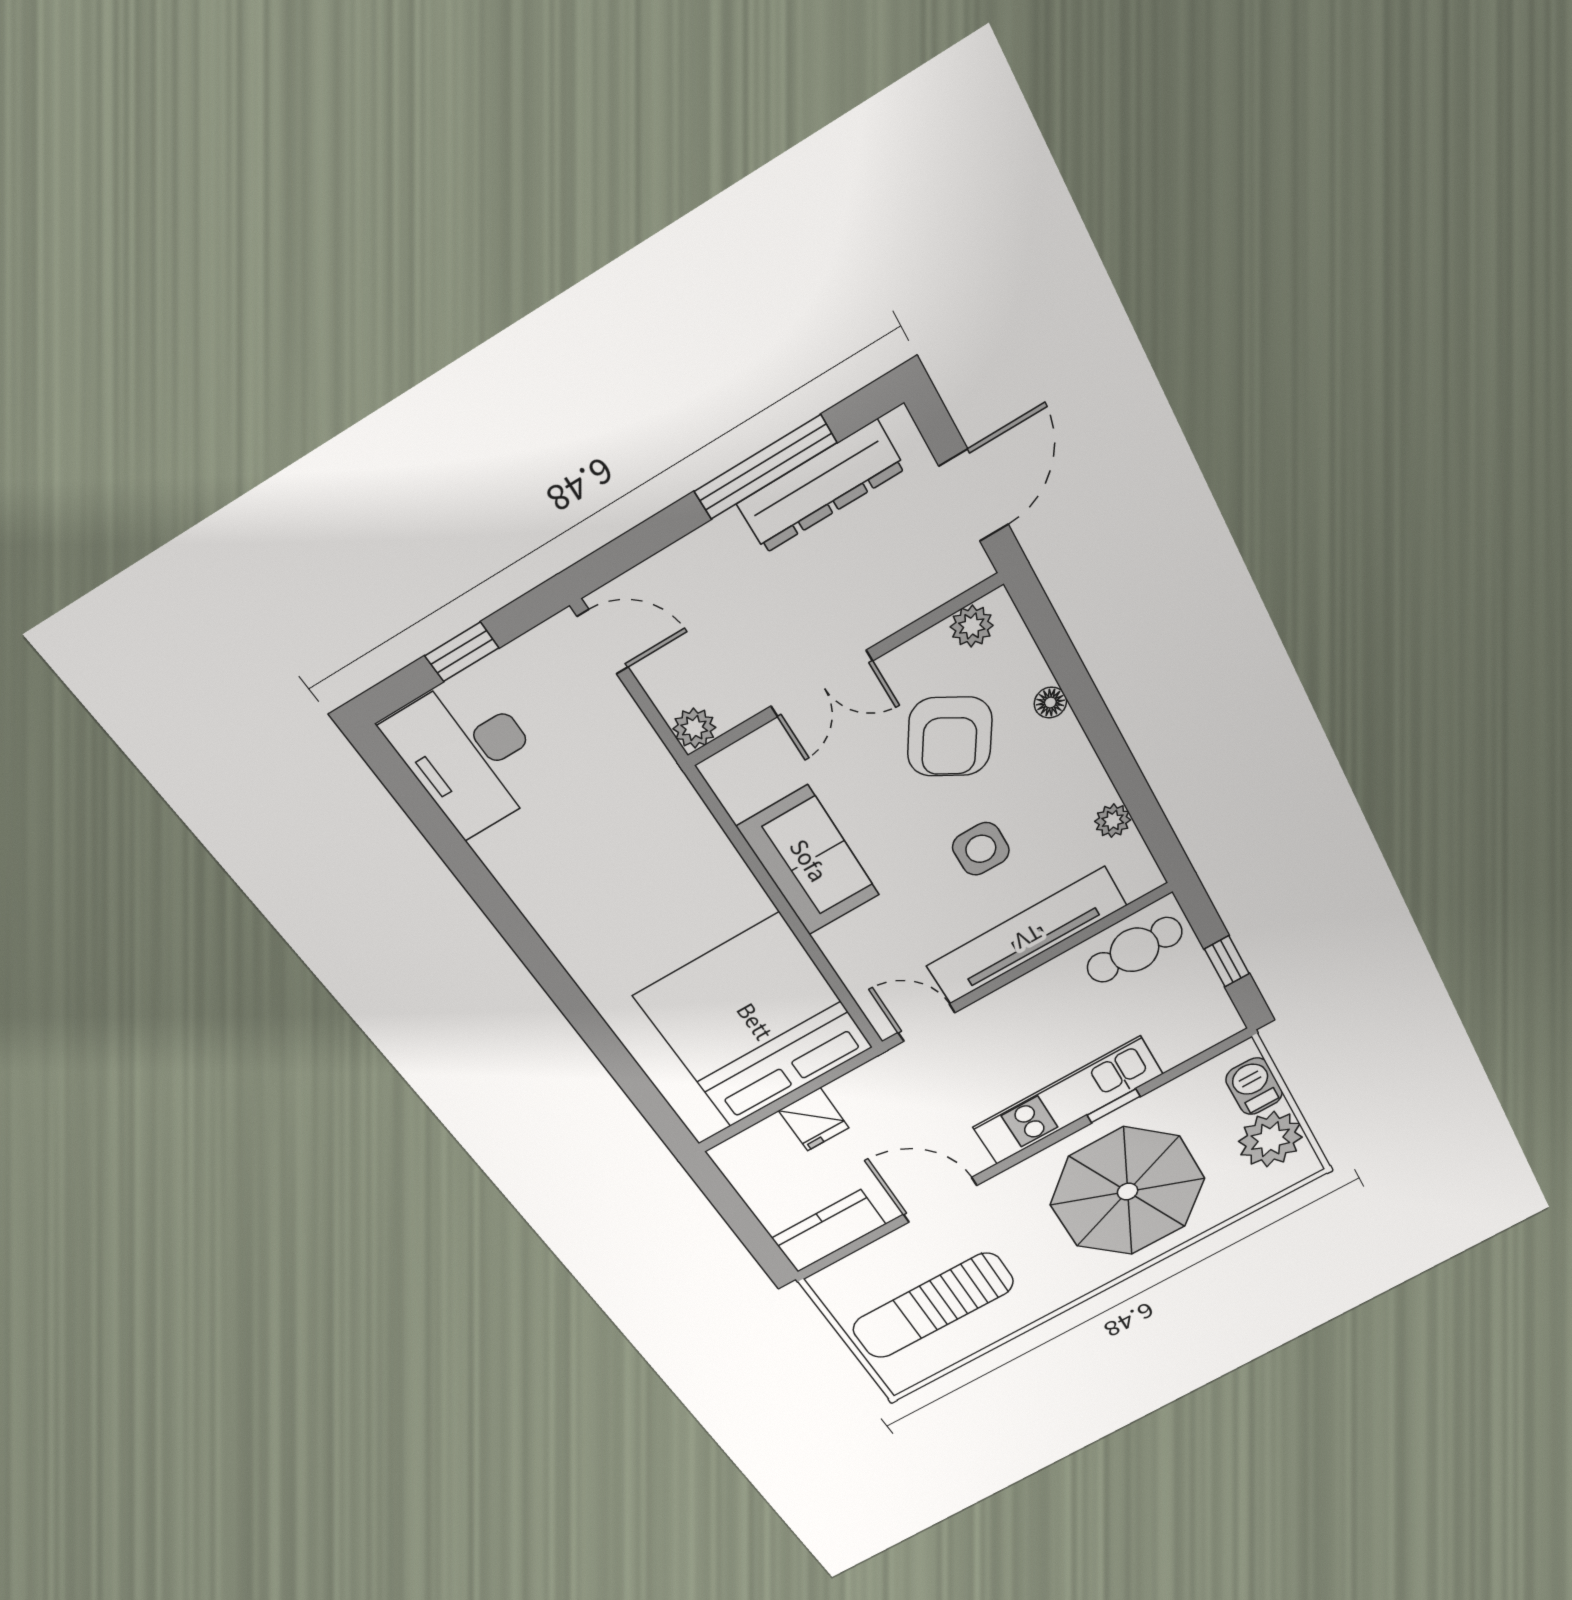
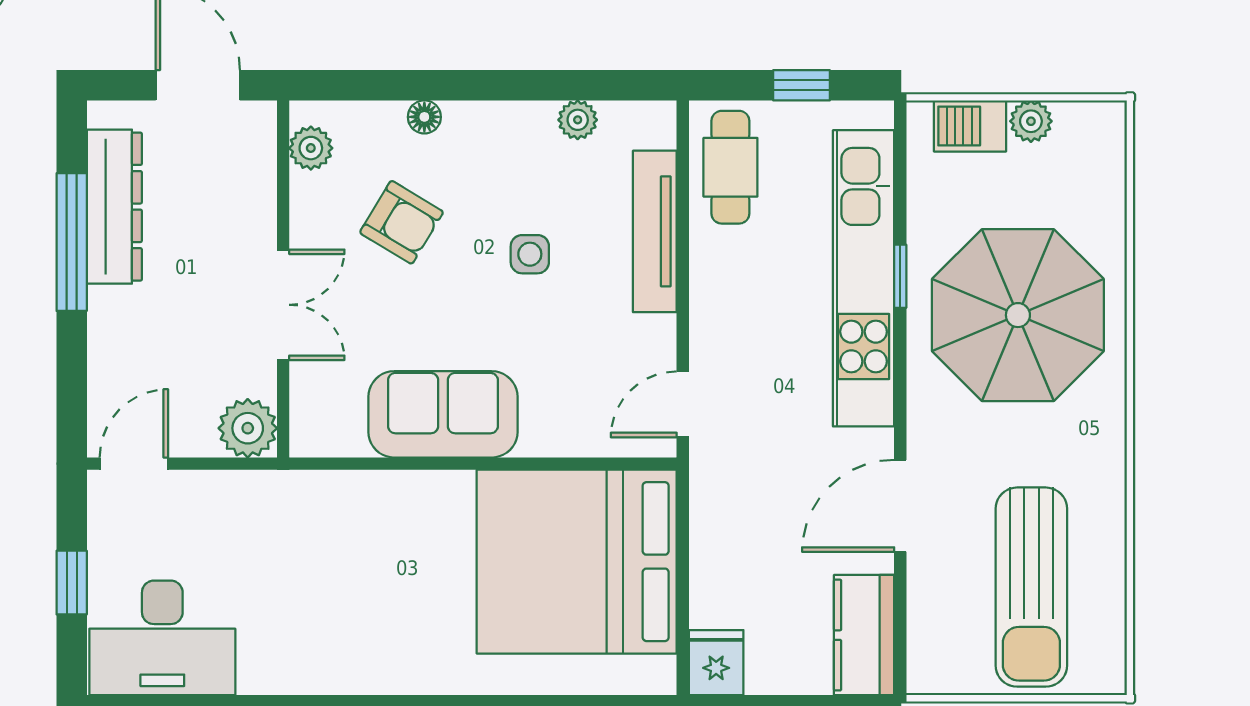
plant: (694, 728) -> (248, 428), width x1.38, depth x1.38
armchair: (950, 737) -> (402, 222), width x0.72, depth x0.72
side table: (981, 849) -> (530, 254), width x0.73, depth x0.73
tv unit: (1027, 936) -> (655, 231), width x0.73, depth x0.78
kitchen unit: (1068, 1101) -> (864, 278), width x1.36
fridge: (814, 1119) -> (716, 663), moved, turned -90
plant: (1270, 1139) -> (1031, 121), width x0.53, depth x0.53

